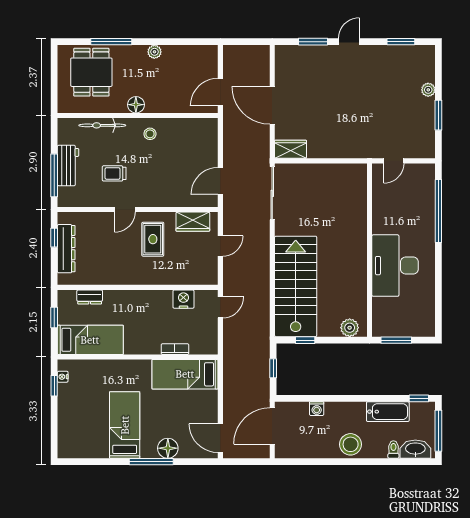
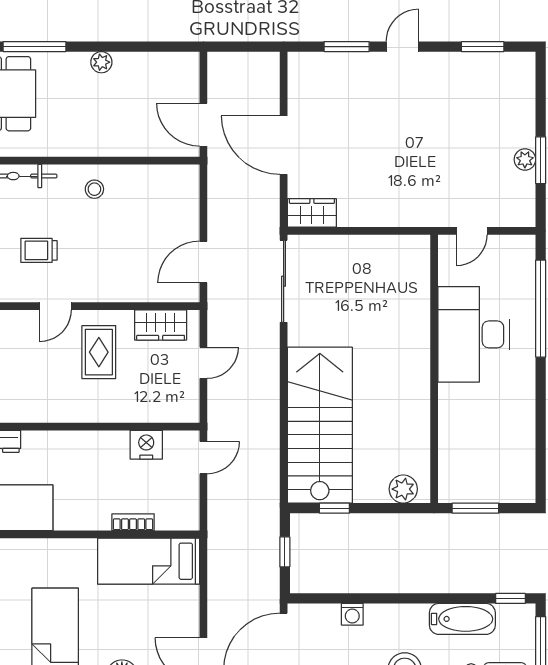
plant: (428, 90) -> (525, 160), moved
door: (220, 92) -> (203, 125), hinge flipped
floor lamp: (136, 105) -> (73, 144), removed
desk: (395, 266) -> (474, 334), moved

